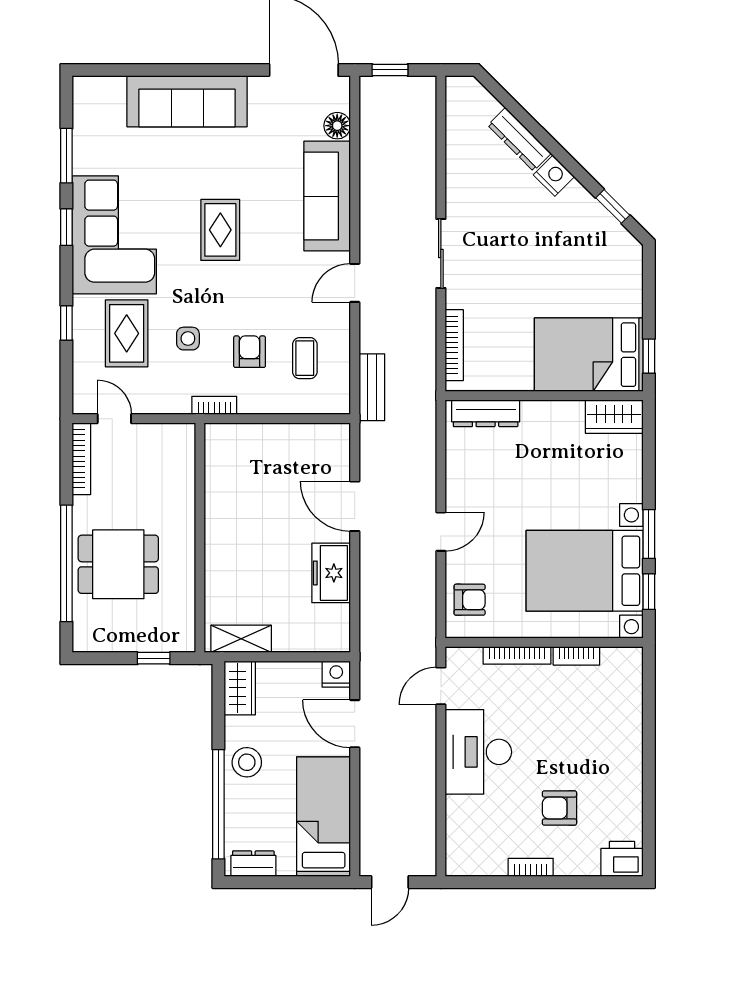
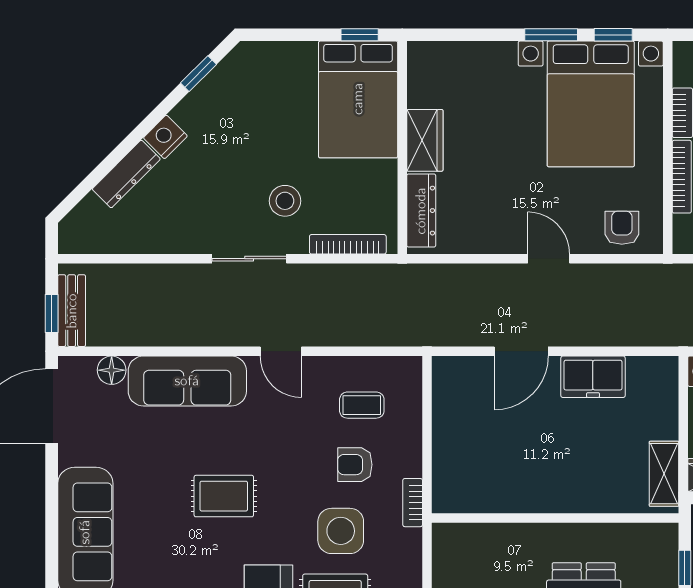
stool: (495, 287) -> (285, 201), added
side table: (188, 339) -> (341, 531), width x1.87, depth x1.87
bench: (372, 387) -> (72, 311), moved, turned 90
wardrobe: (614, 417) -> (425, 140), moved

